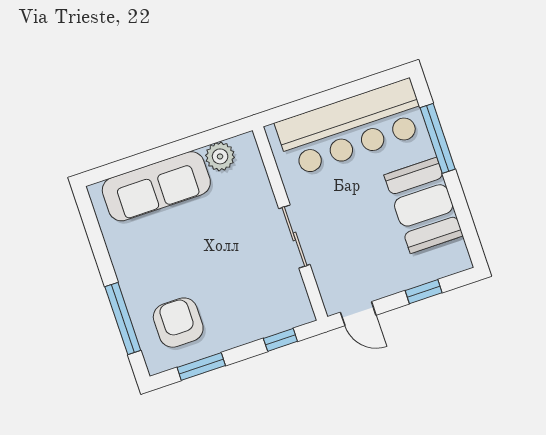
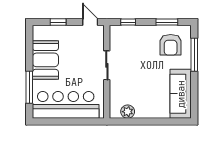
sofa: (156, 186) -> (181, 94), moved, turned -90

